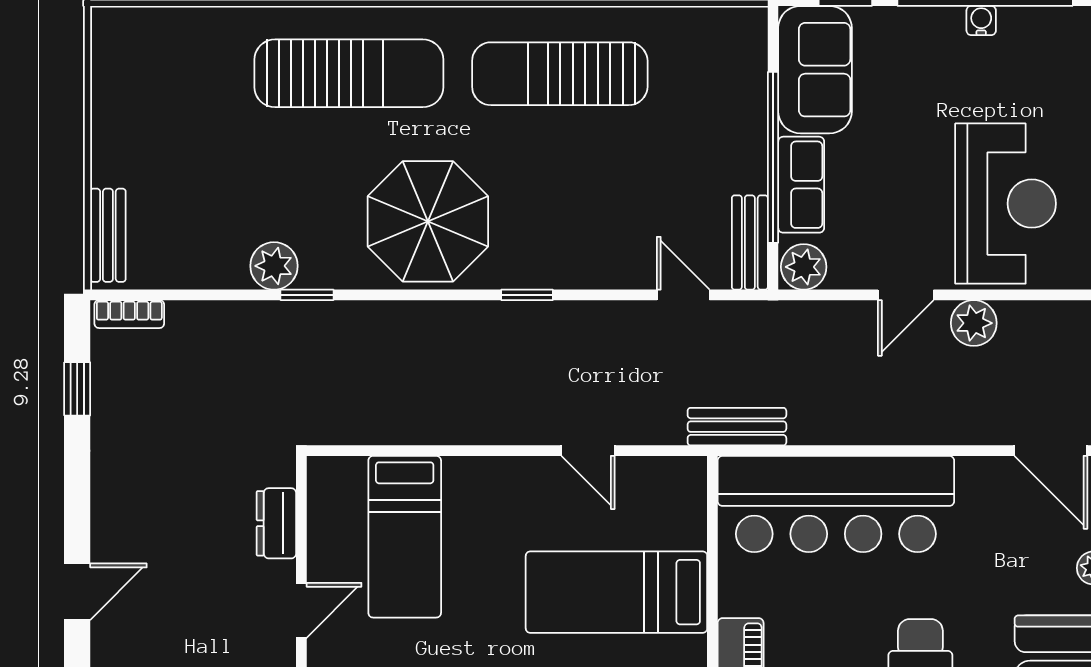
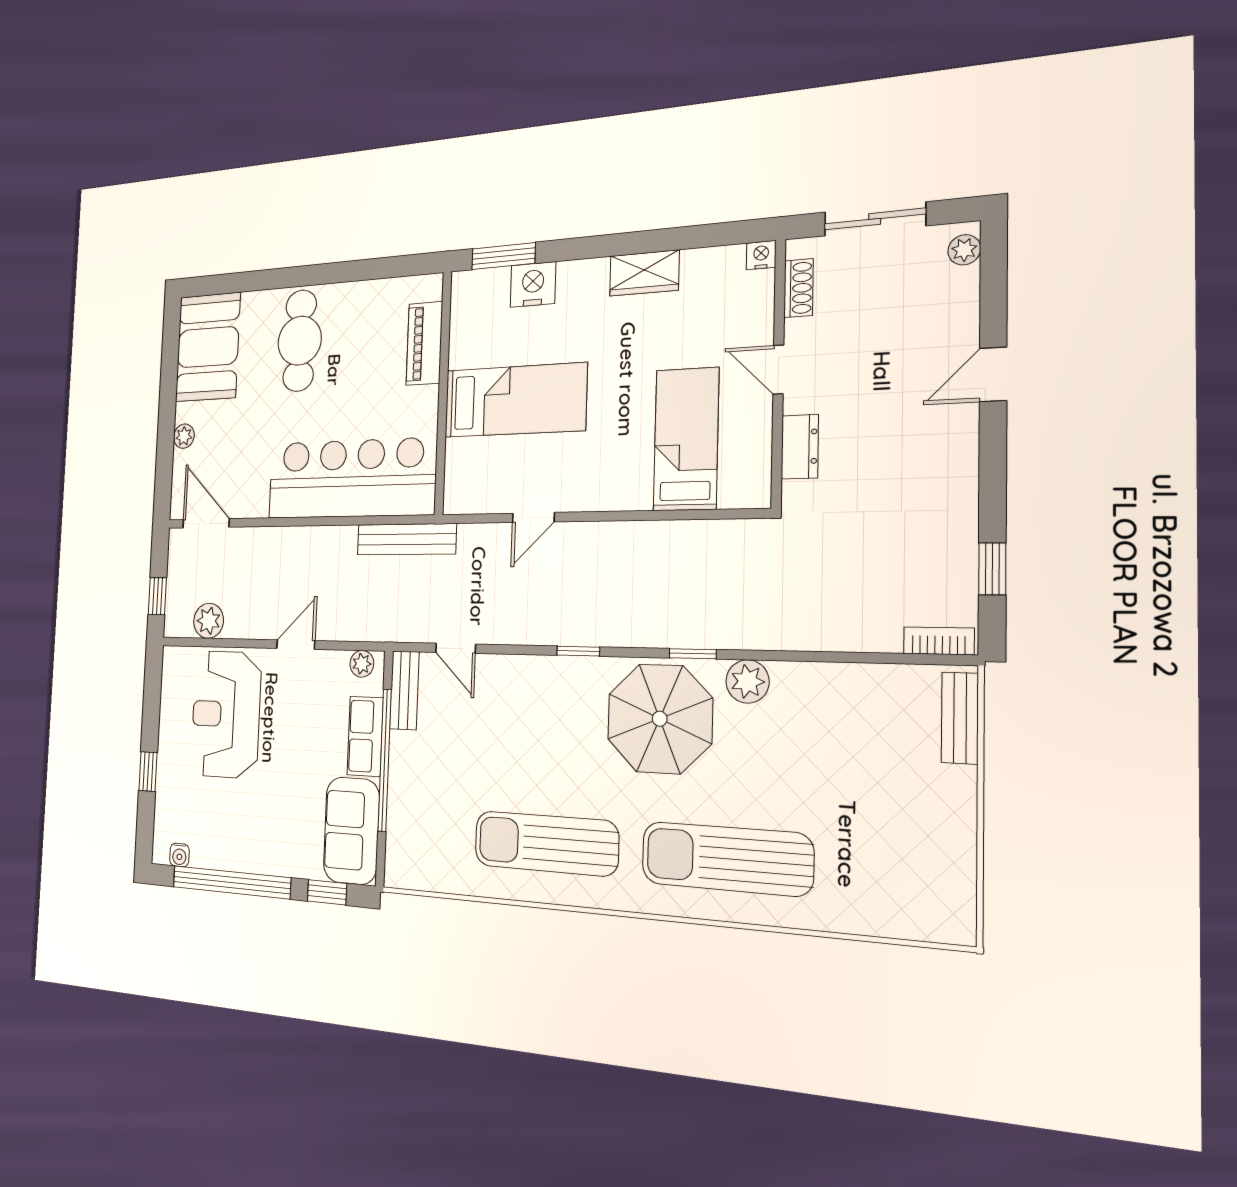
water cooler: (981, 20) -> (179, 855), moved
sun lounger: (560, 74) -> (546, 843), turned 180
plant: (274, 266) -> (748, 681), moved
plant: (804, 267) -> (362, 664), width x0.73, depth x0.73
window: (307, 295) -> (693, 654), moved
plant: (974, 323) -> (209, 621), moved
bench: (737, 427) -> (406, 539), width x1.36
door: (588, 451) -> (533, 517), swing flipped
door: (301, 610) -> (778, 370), hinge flipped

